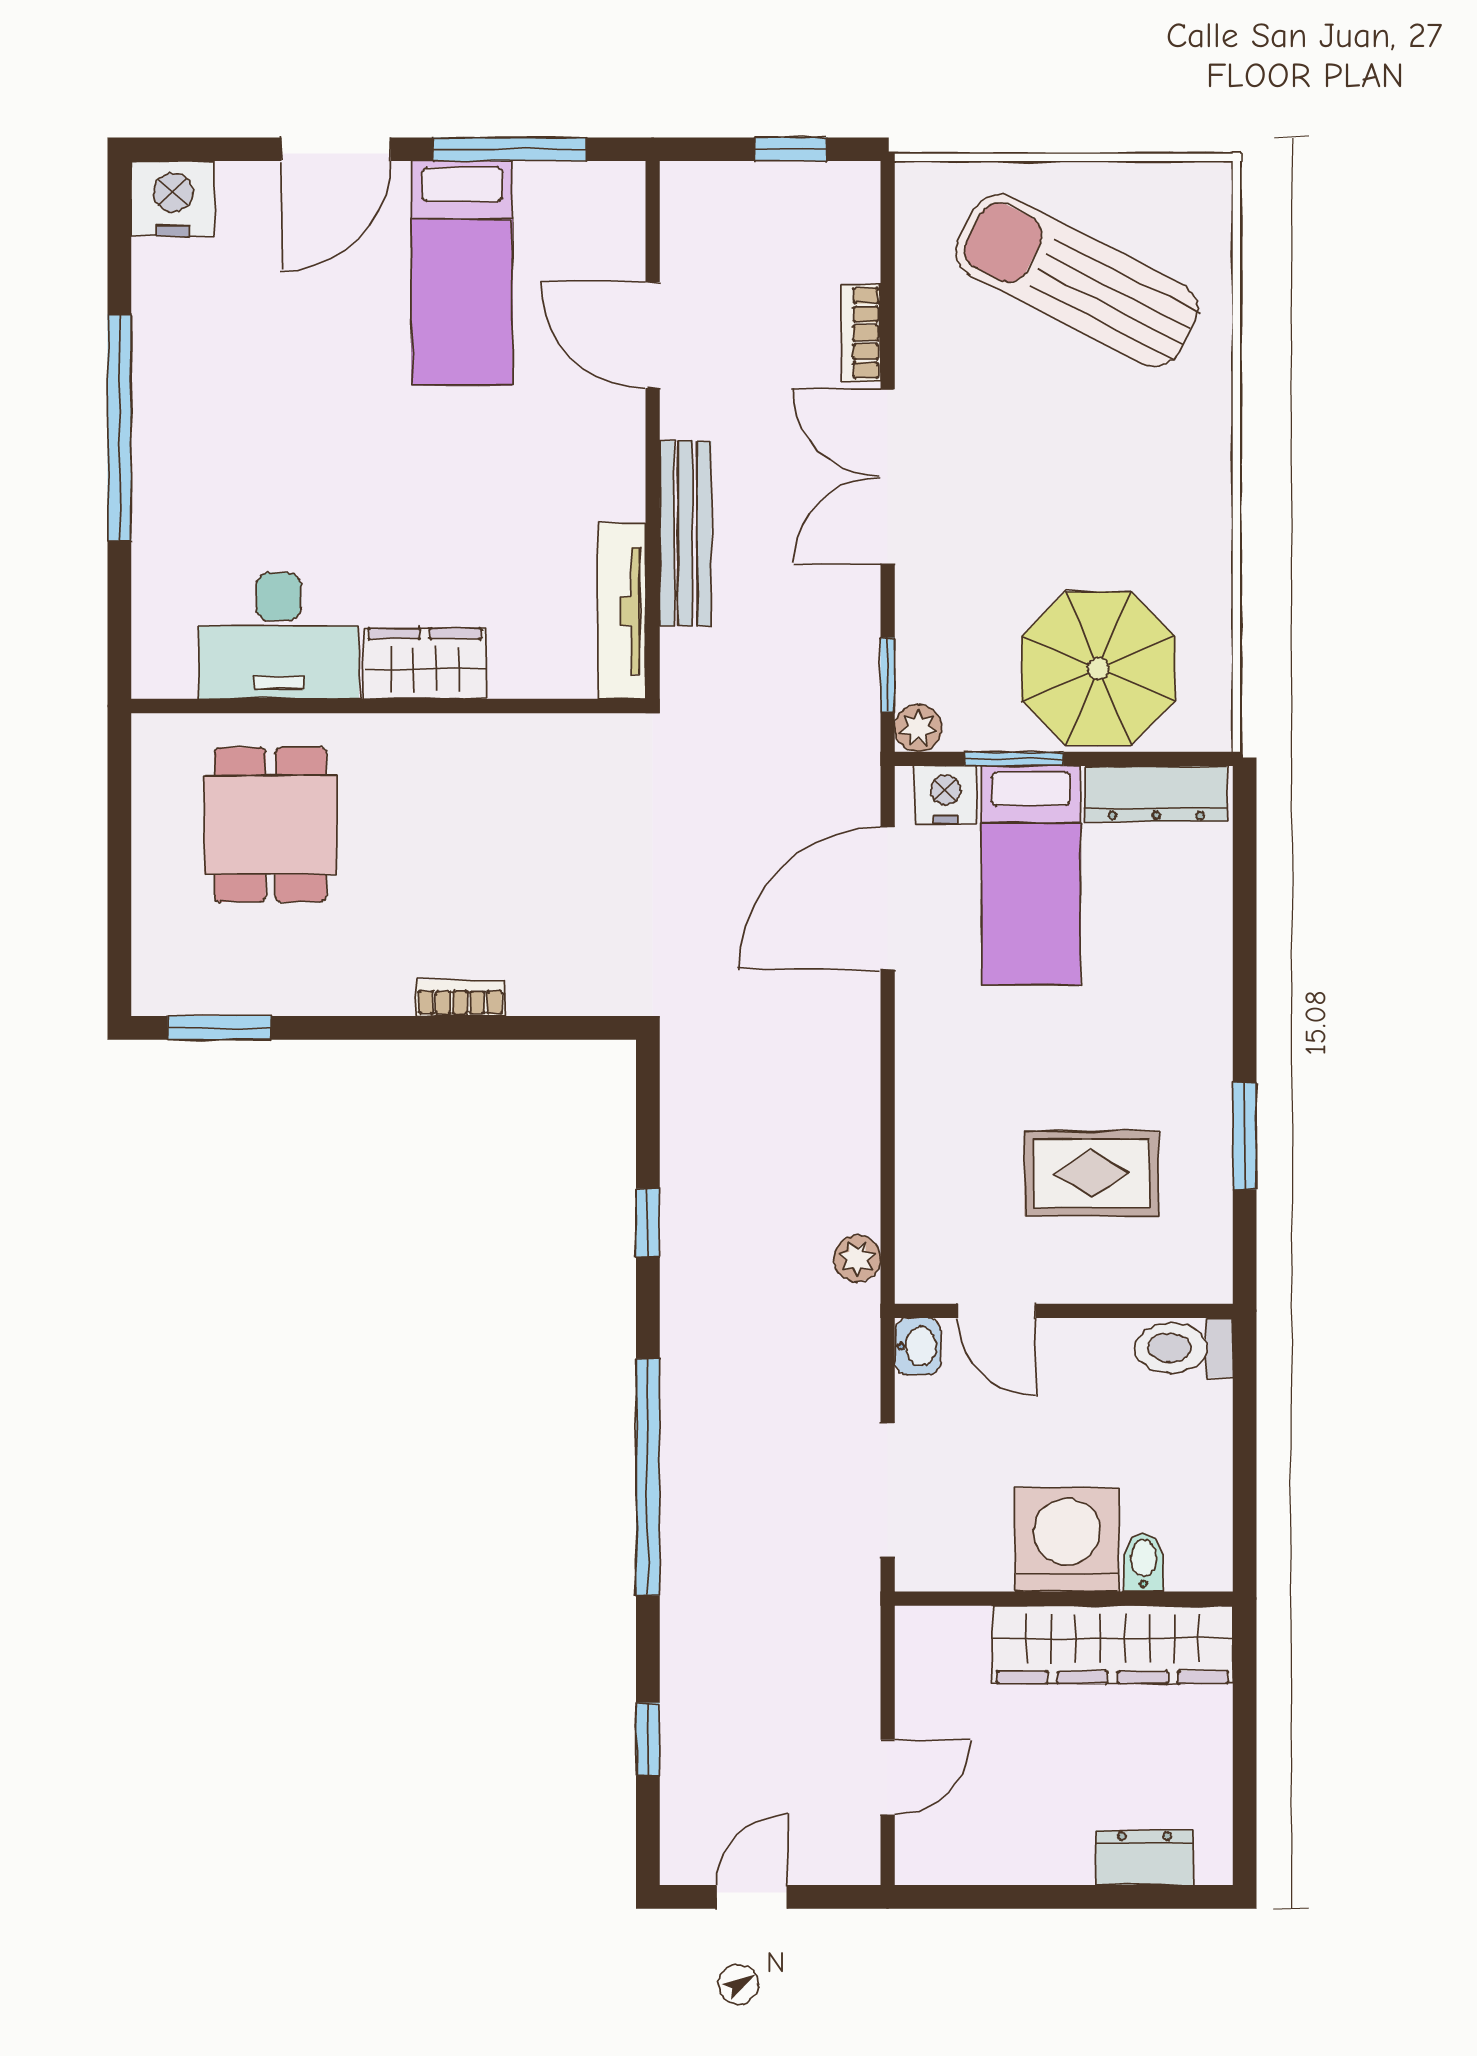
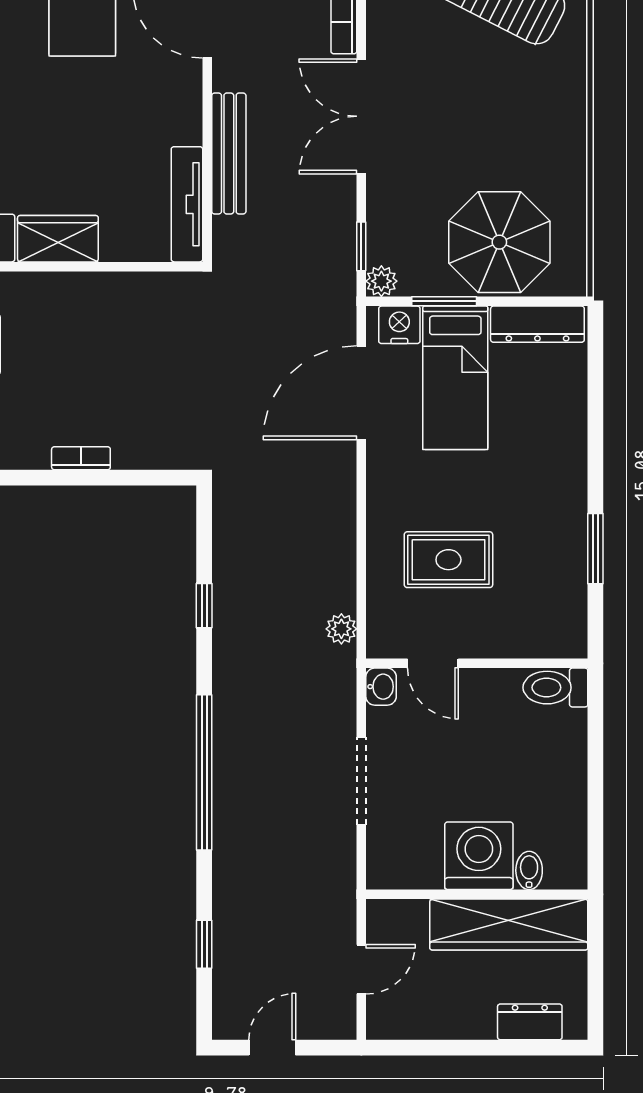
rug: (1091, 1174) -> (448, 560), moved
washing machine: (1067, 1540) -> (479, 856), moved
bidet: (1143, 1562) -> (529, 870), moved
wall: (1064, 1599) -> (477, 894), moved
wardrobe: (1113, 1645) -> (509, 925), moved

